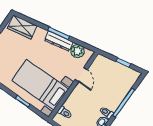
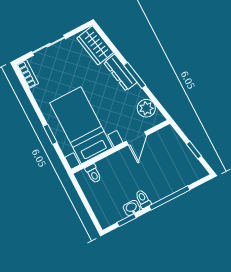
dresser: (59, 41) -> (120, 72), moved

